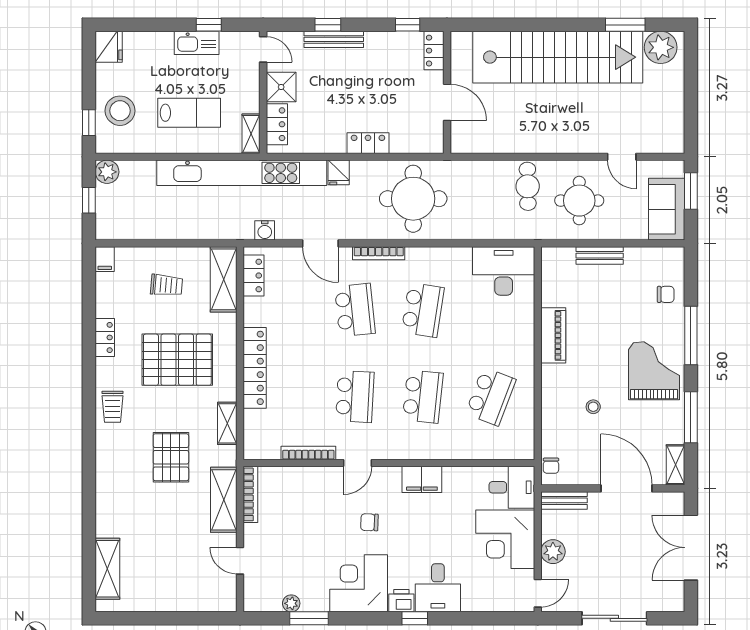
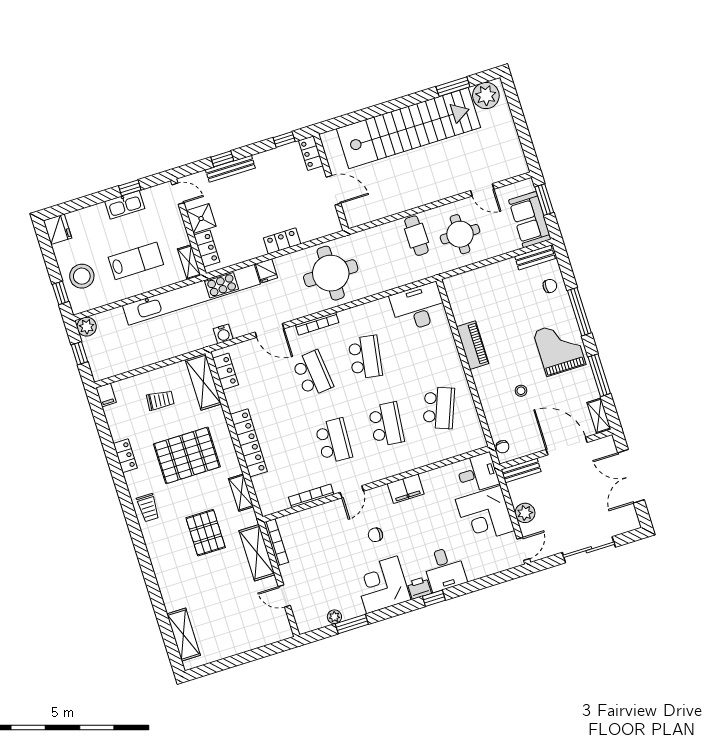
bench: (600, 256) -> (535, 257), moved

